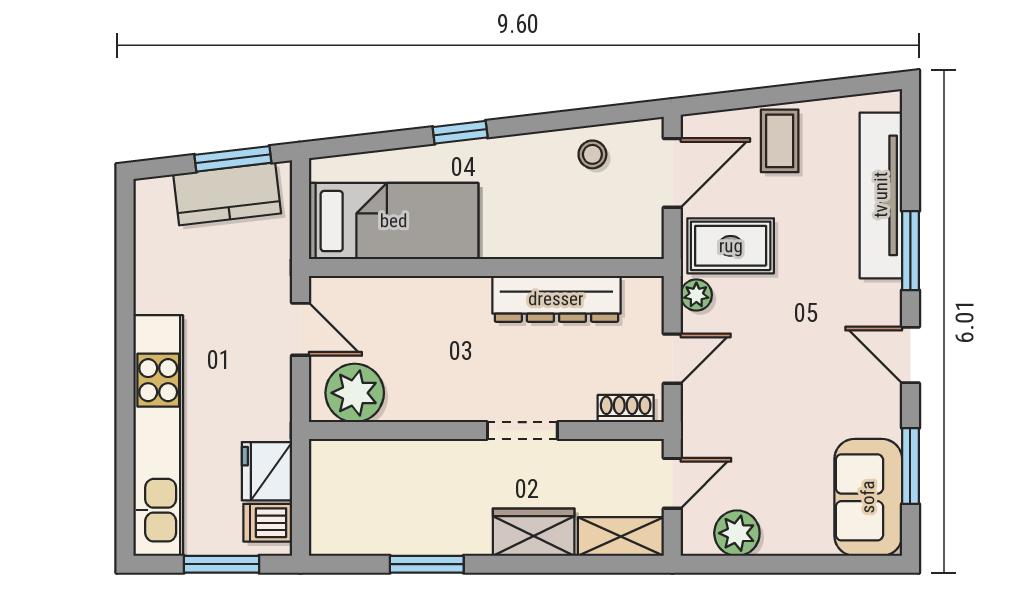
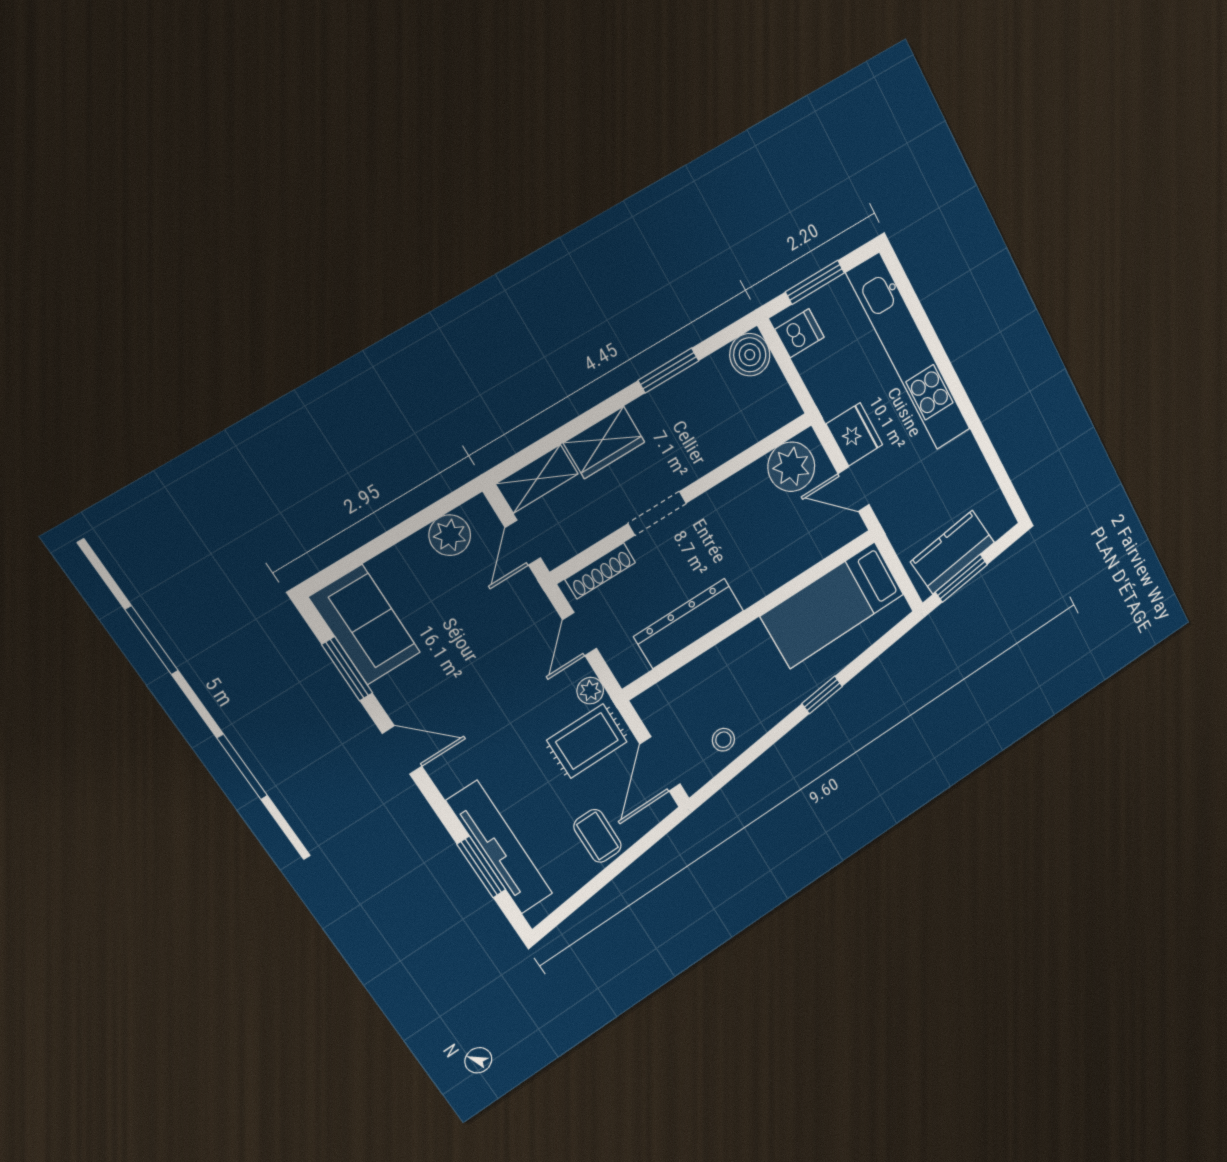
window: (910, 251) -> (481, 867), moved
shoe rack: (626, 409) -> (600, 571), width x1.43
fridge: (267, 471) -> (854, 434), moved
boiler: (333, 532) -> (750, 355), added

